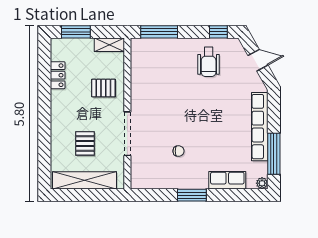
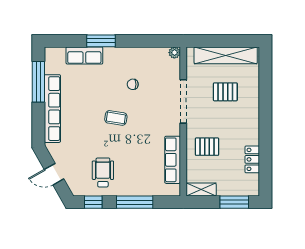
window: (159, 32) -> (135, 202), moved
row of seats: (138, 75) -> (173, 160), added
coffee table: (195, 117) -> (116, 118), added
pallet: (85, 143) -> (225, 92), turned 90
plant: (262, 183) -> (174, 53), moved
window: (192, 195) -> (101, 41), moved

